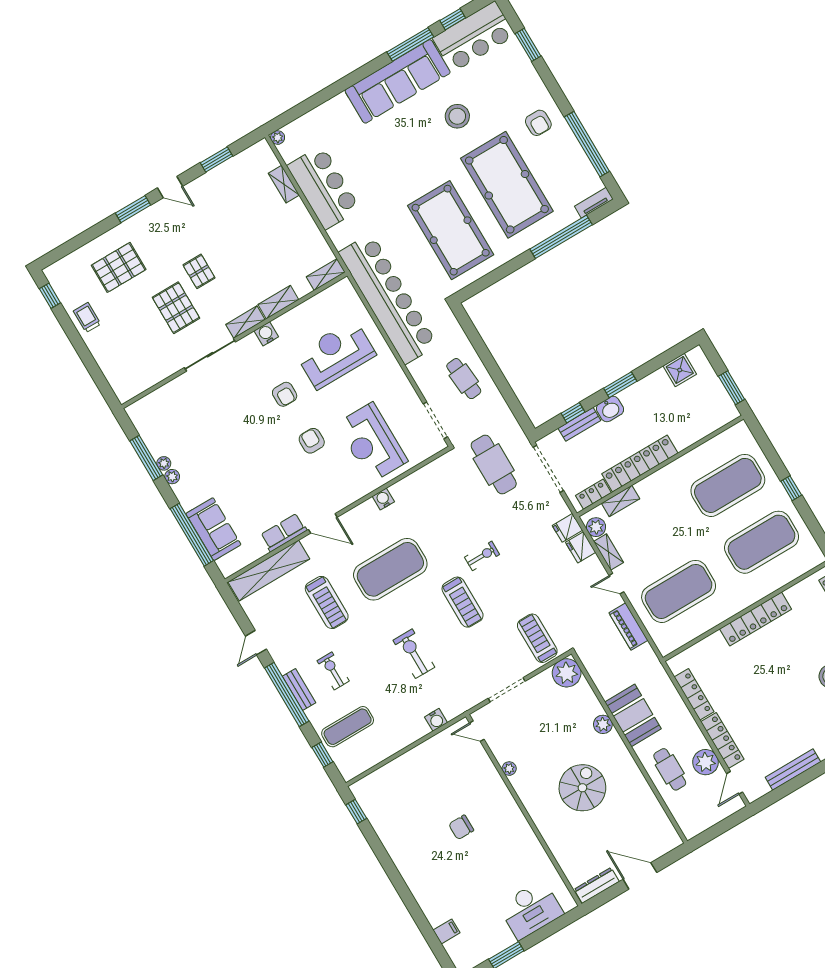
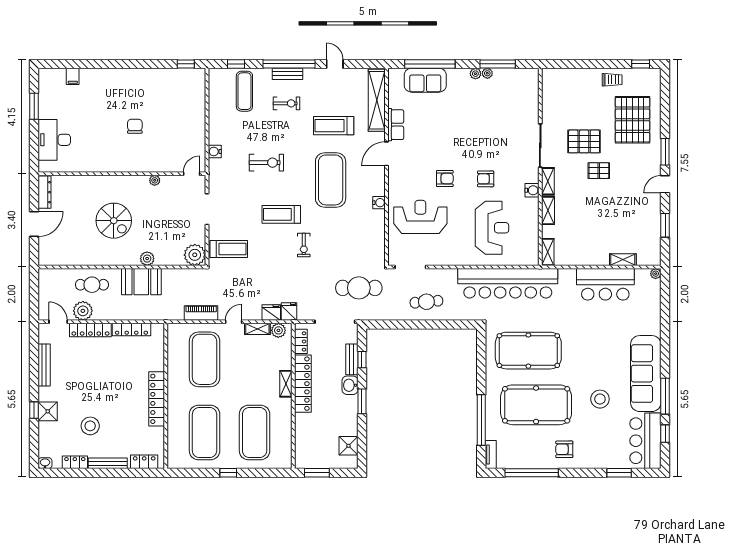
pallet: (119, 267) -> (633, 120), width x1.37, depth x1.41
shelving: (621, 501) -> (286, 384), moved

